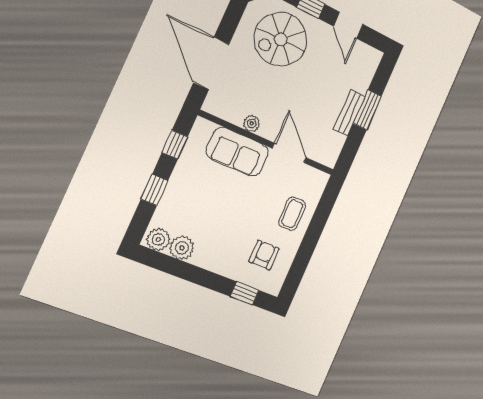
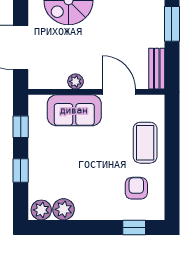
bench: (349, 113) -> (157, 69), moved
coffee table: (292, 214) -> (145, 143), width x1.36, depth x1.30

